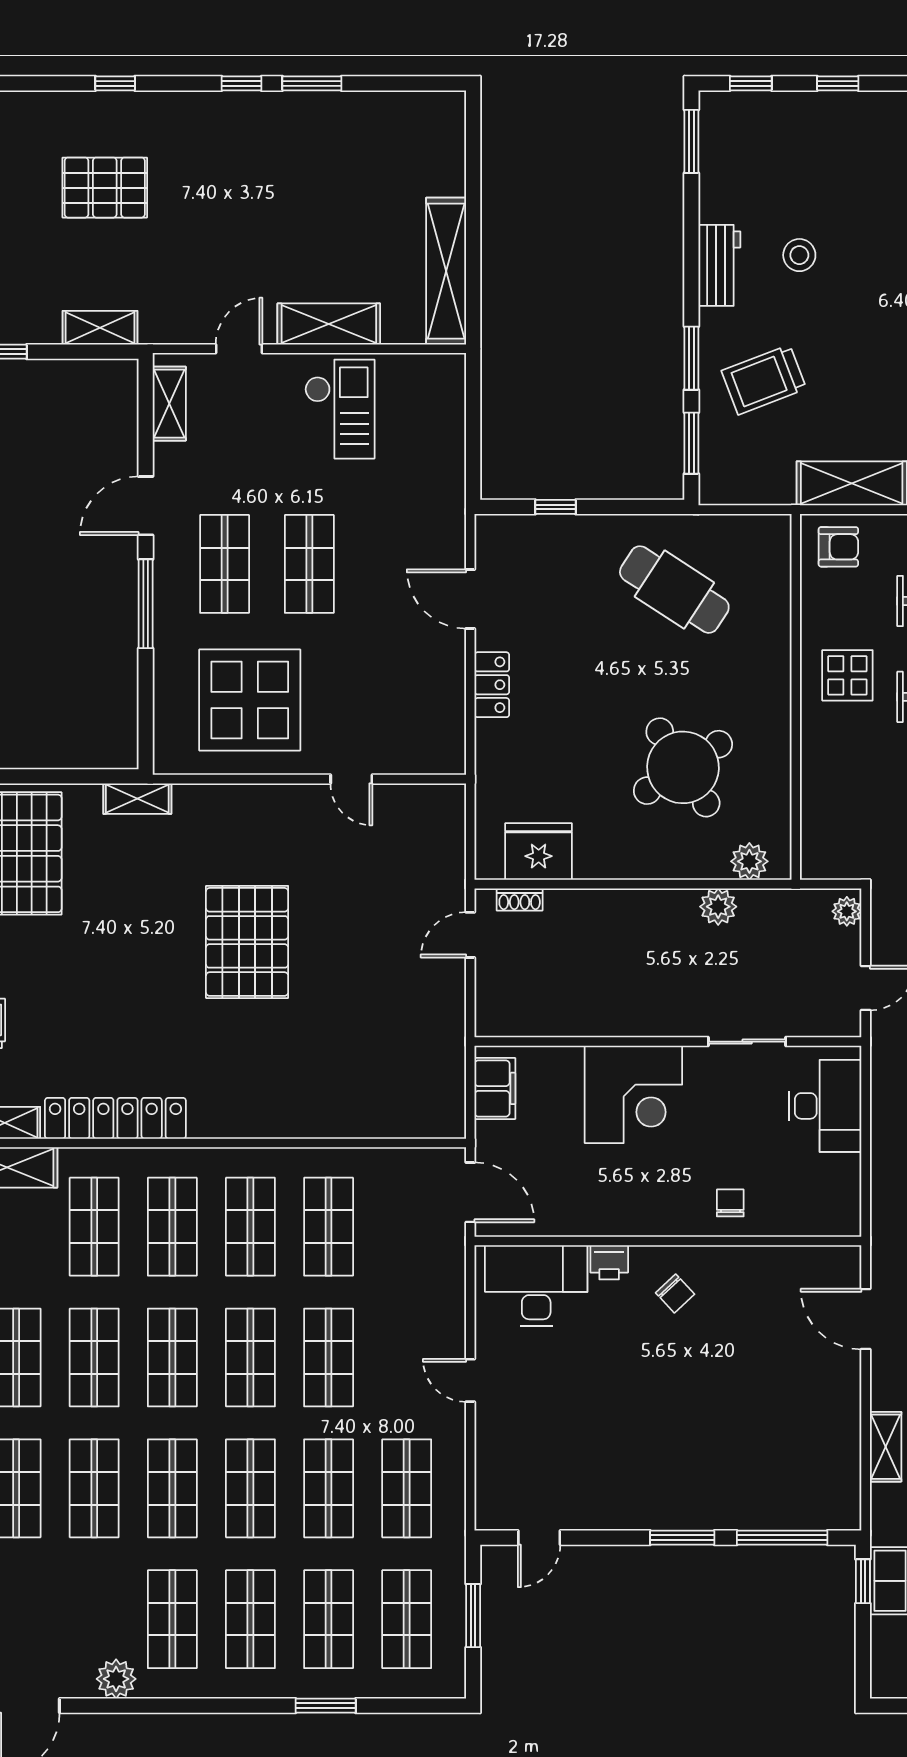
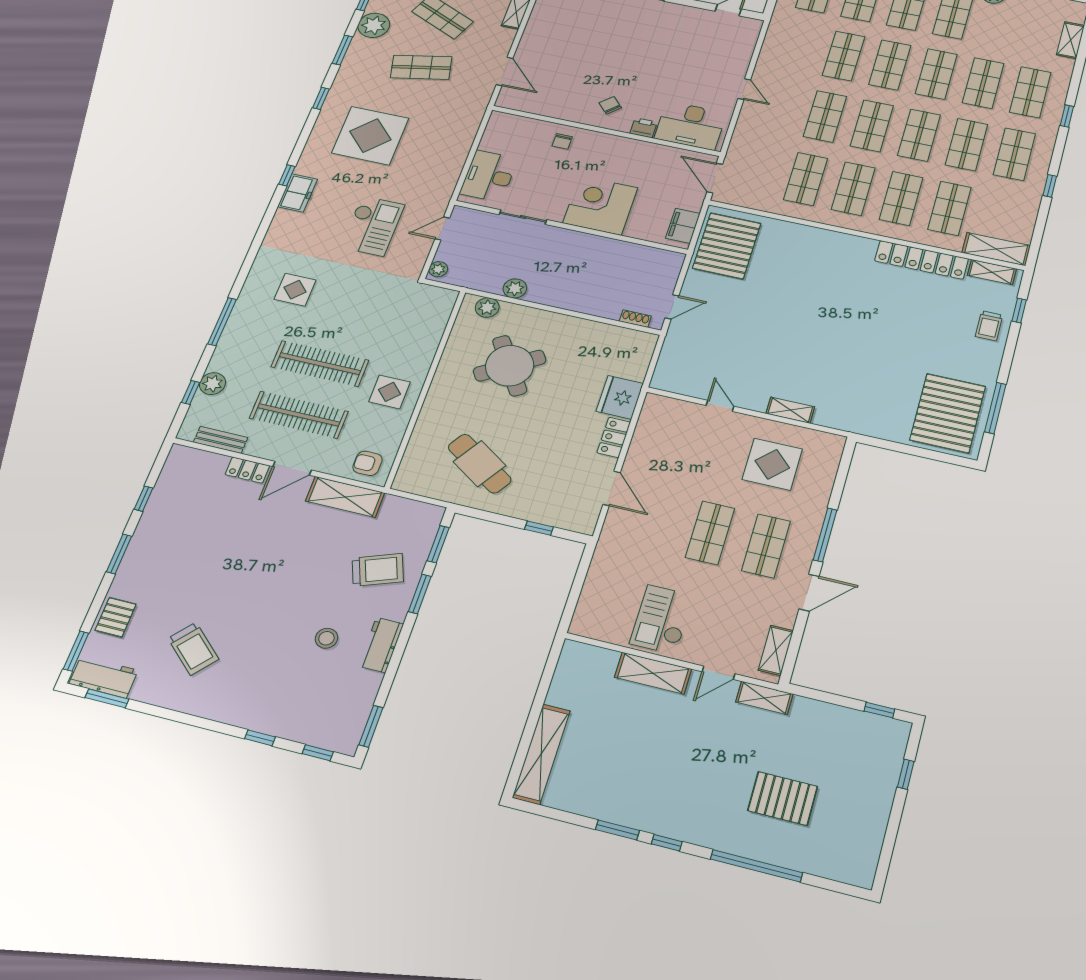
window: (115, 83) -> (756, 866), width x3.17
shelving: (446, 271) -> (541, 754), moved
shelving: (100, 328) -> (764, 698), moved
display table: (250, 700) -> (772, 464), width x0.73, depth x0.73
shelving: (137, 799) -> (790, 410), moved
fridge: (539, 852) -> (620, 397), moved, turned 90
pallet: (247, 942) -> (727, 246), moved
shop shelf: (407, 1488) -> (798, 47), removed

